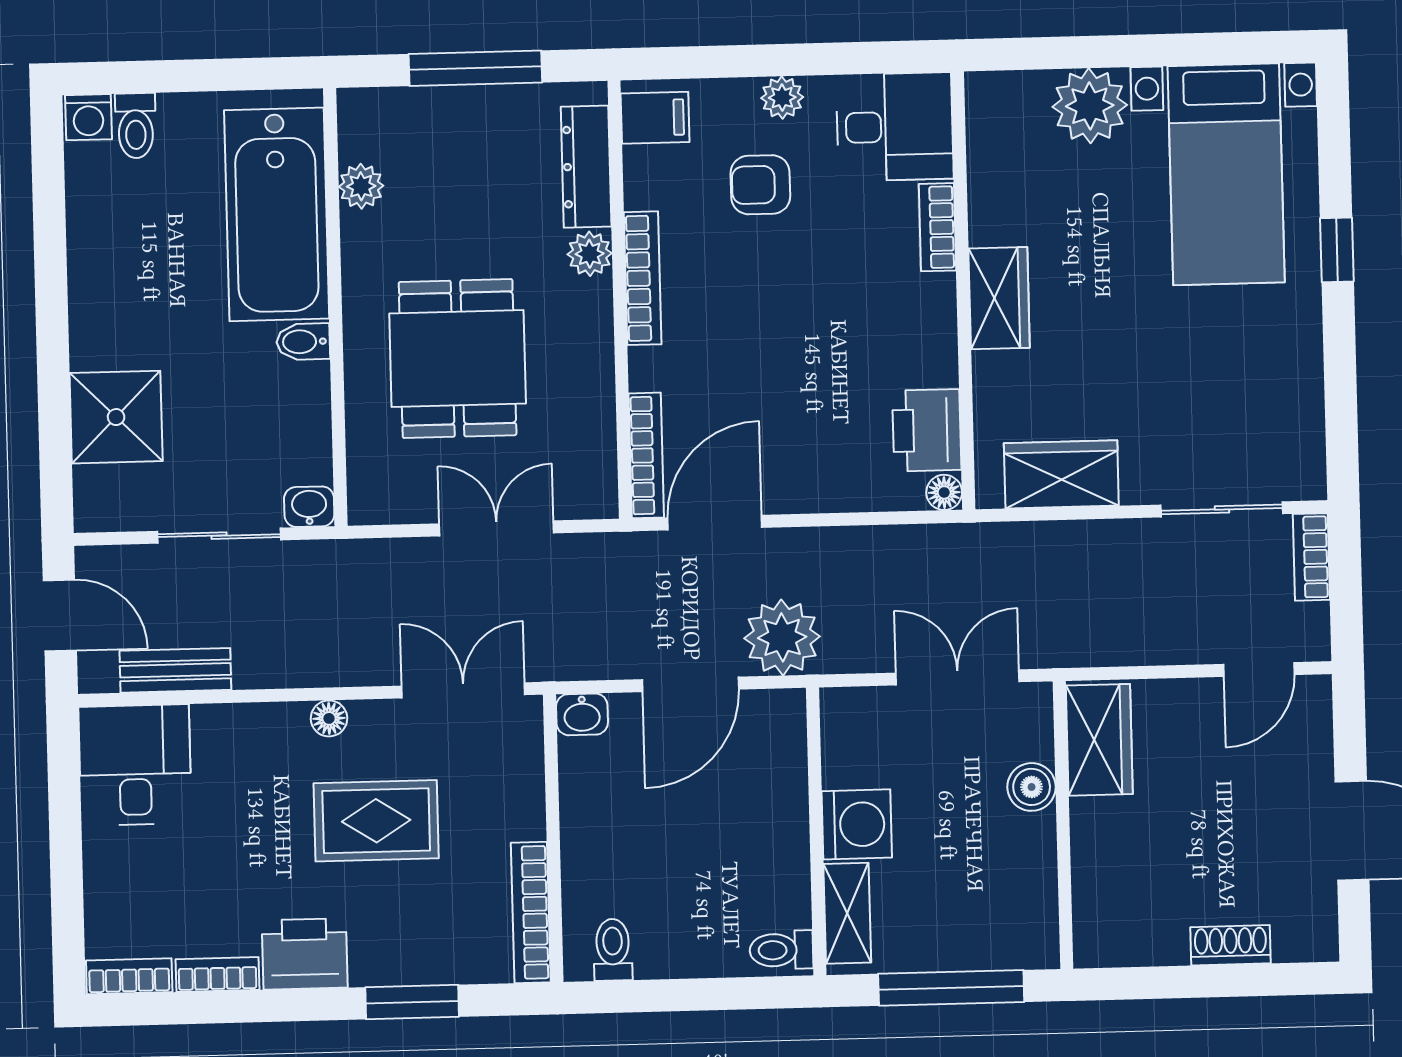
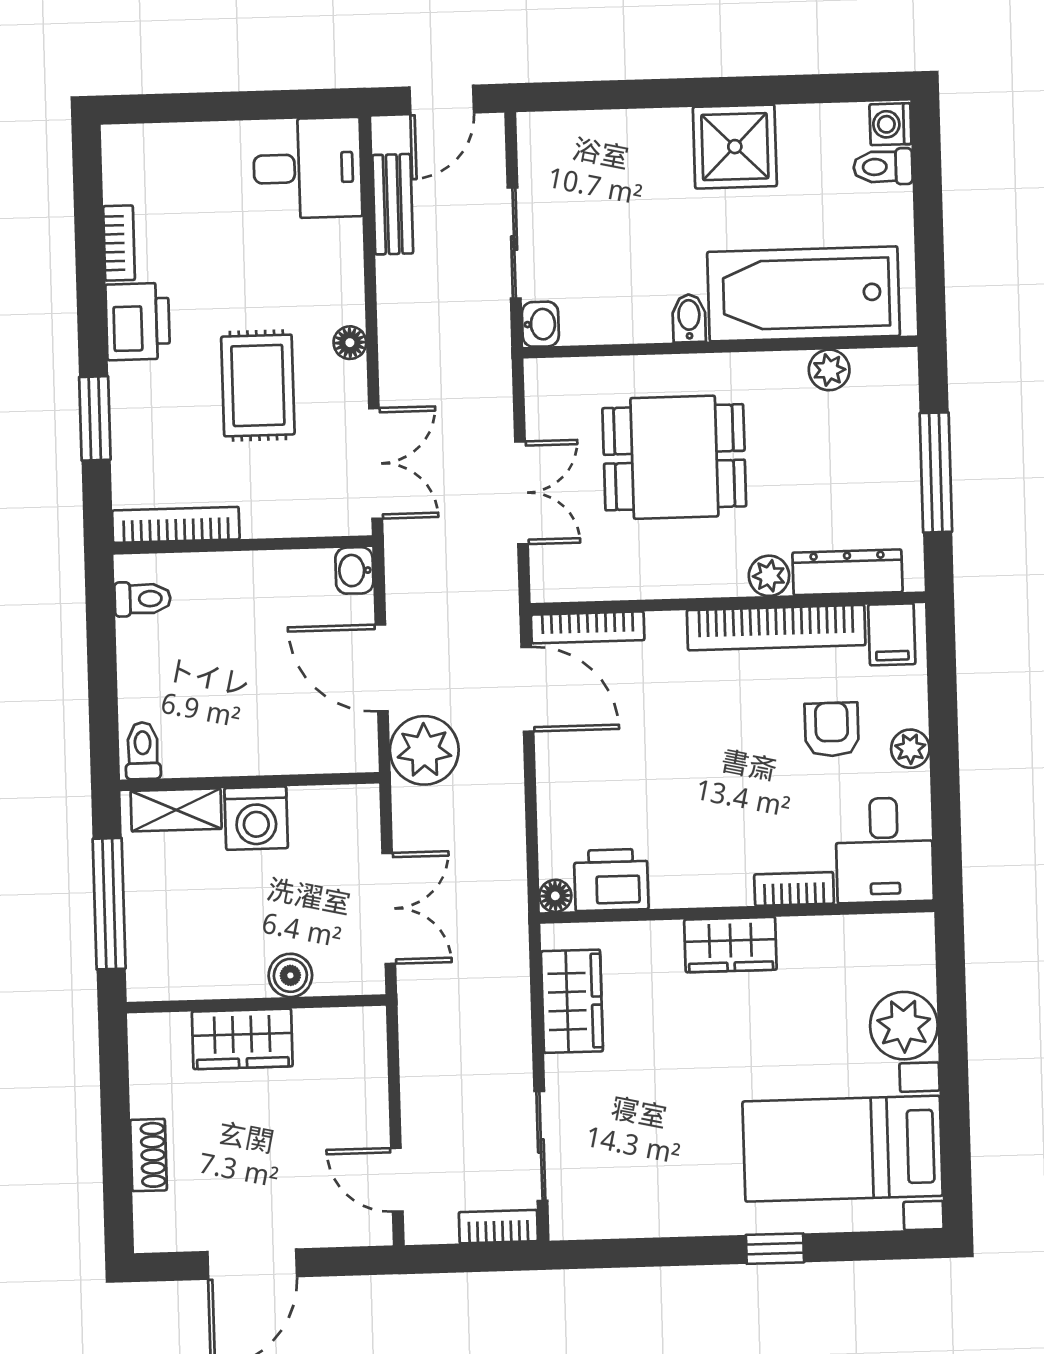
bookcase: (643, 278) -> (776, 628), width x1.48, depth x1.31
shower: (116, 417) -> (735, 147), moved
wardrobe: (1099, 740) -> (242, 1039), moved
bookcase: (129, 976) -> (117, 164), removed

